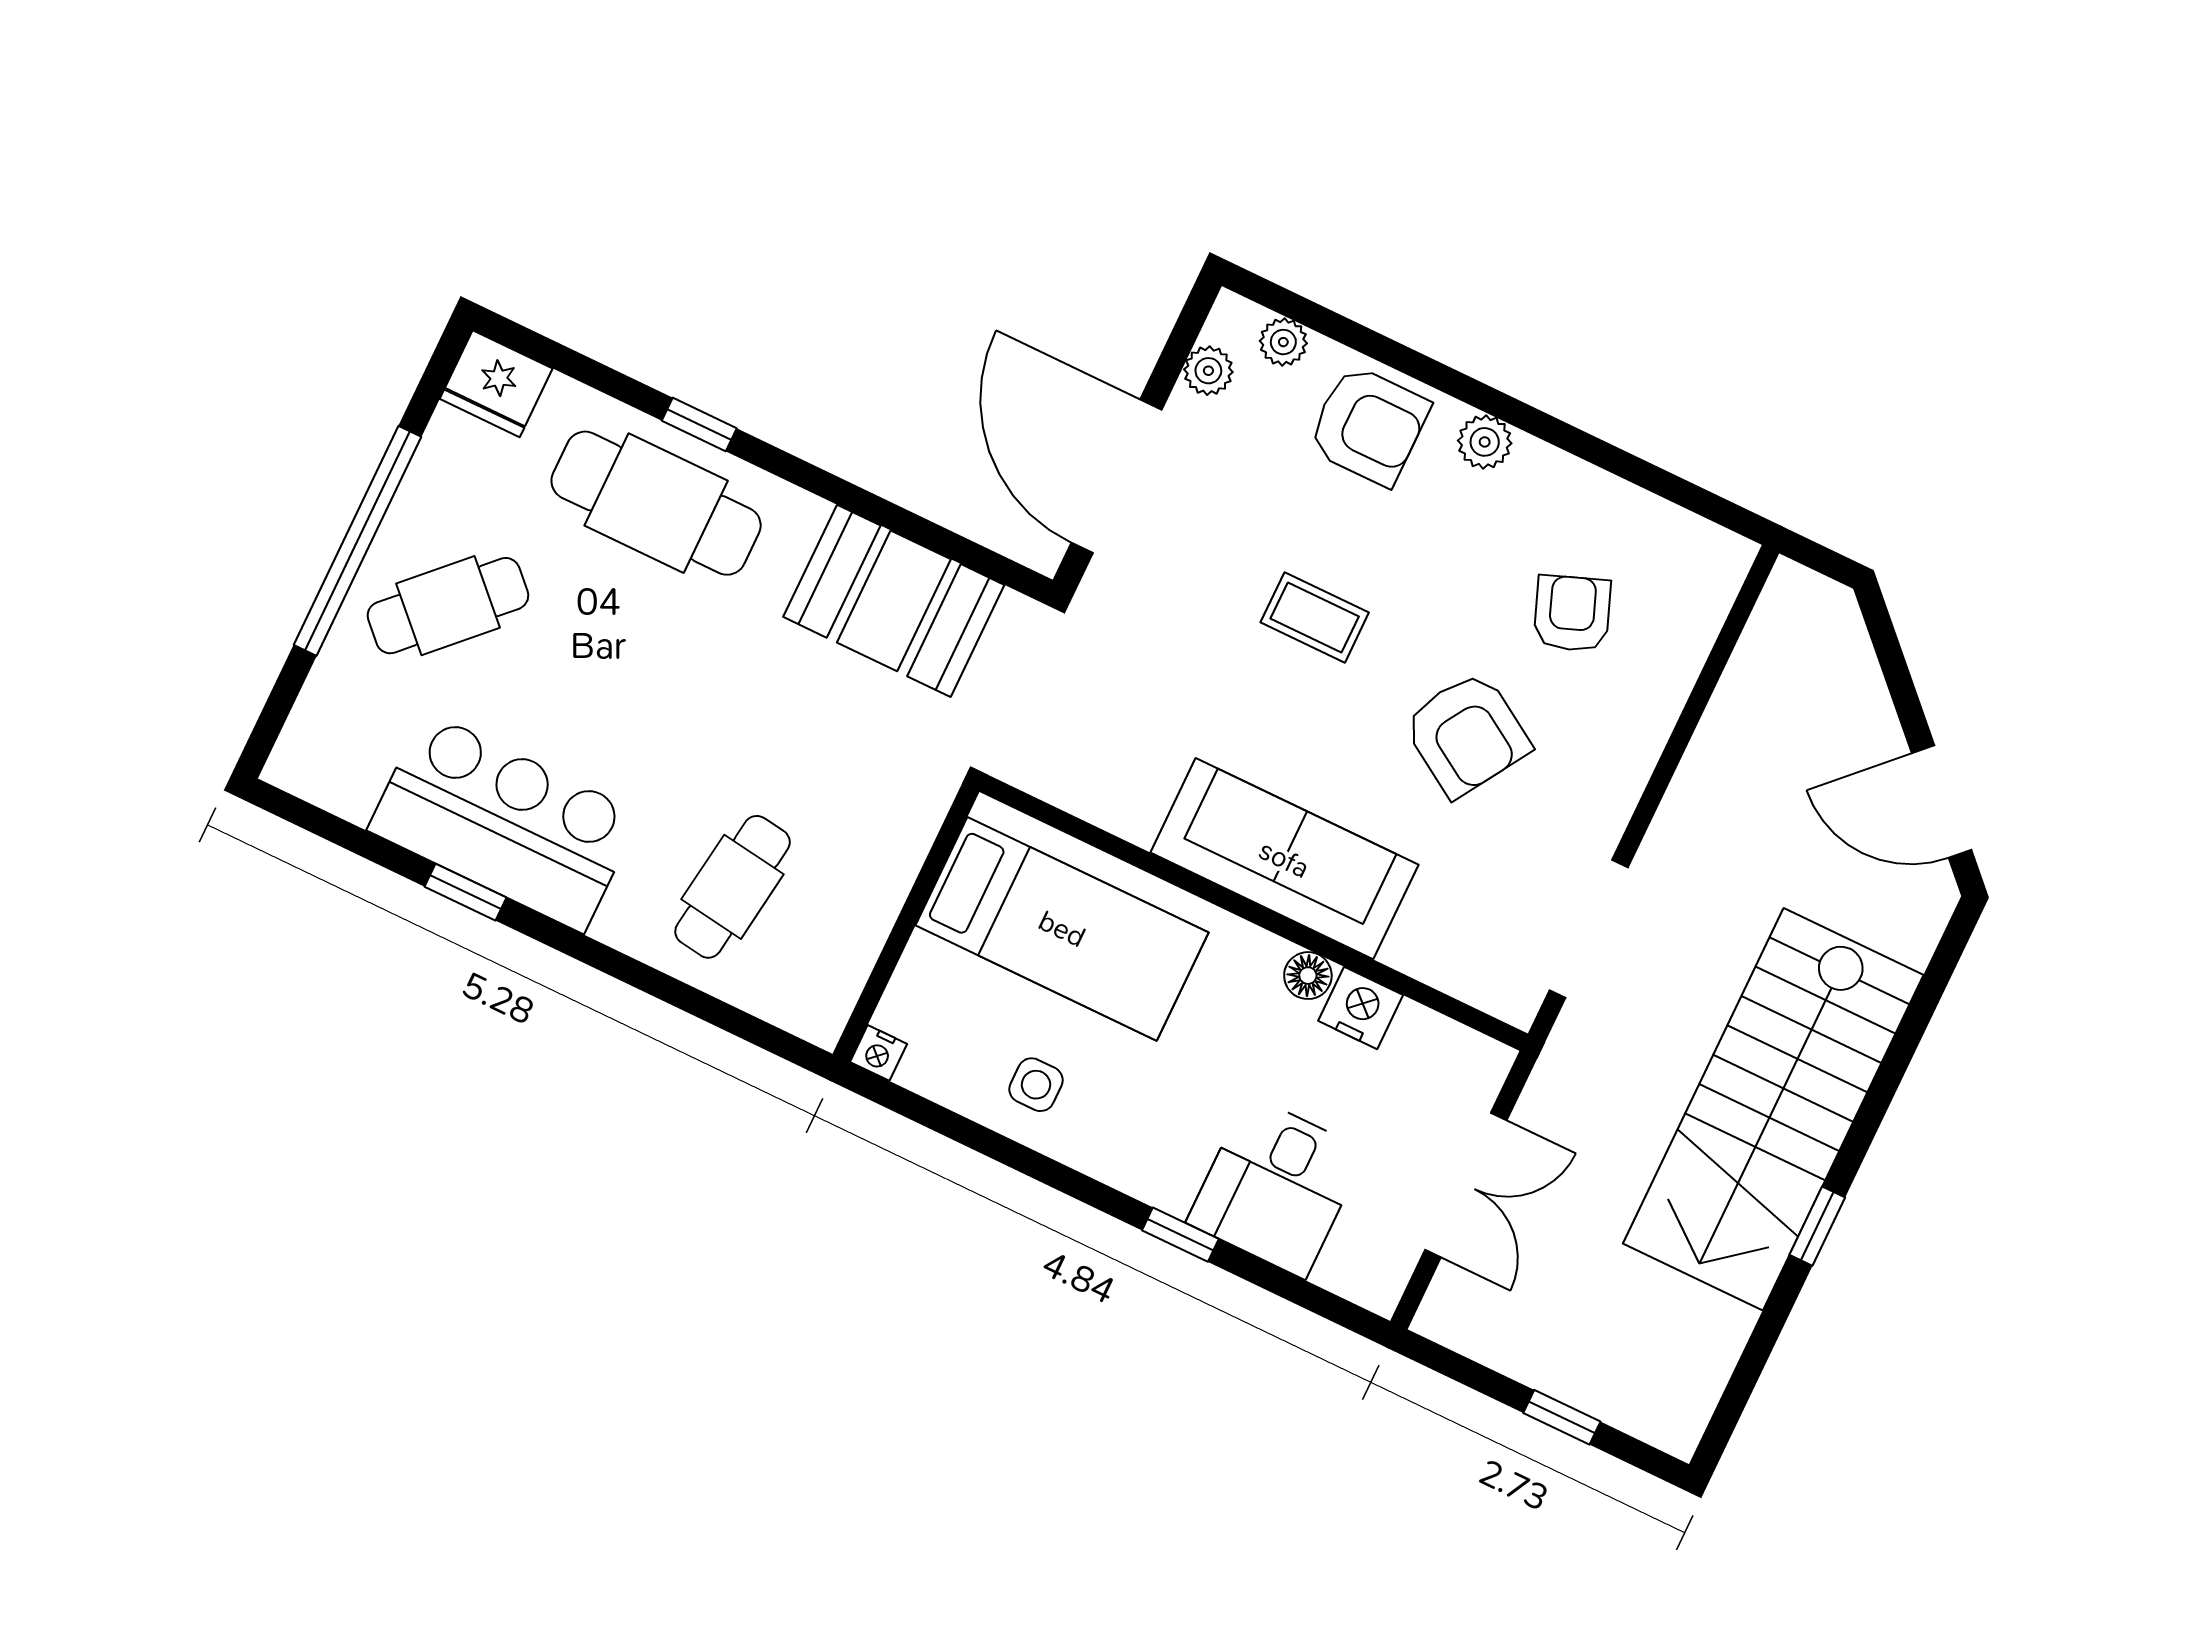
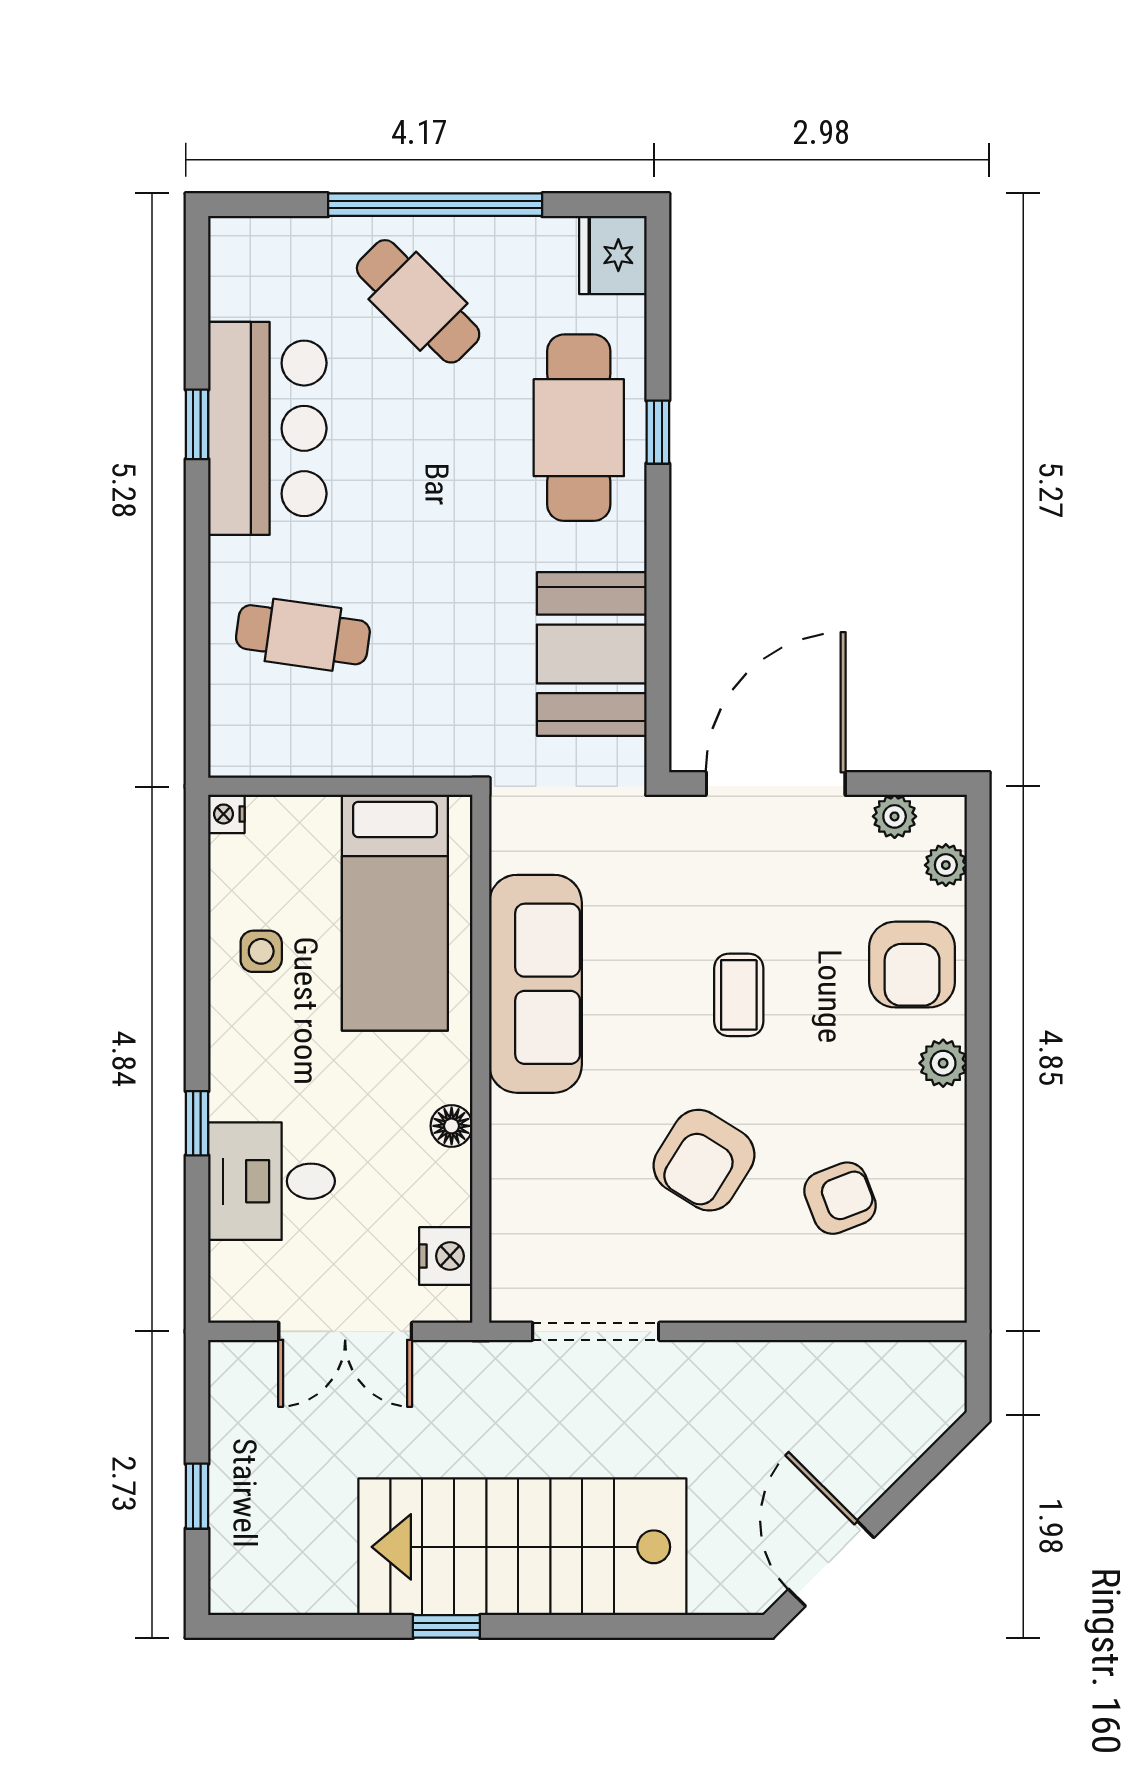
sofa: (1284, 859) -> (536, 984), moved
nightstand: (1361, 1008) -> (446, 1256), moved

